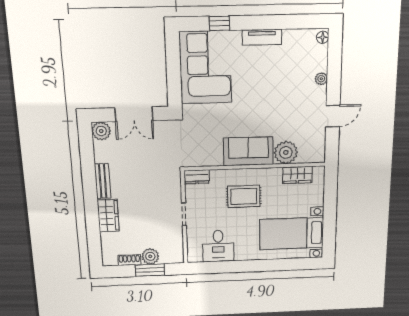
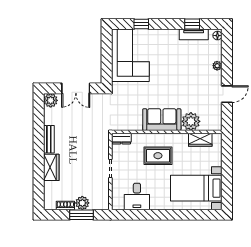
window: (289, 22) -> (192, 24), added
tv unit: (262, 37) -> (194, 34), moved

